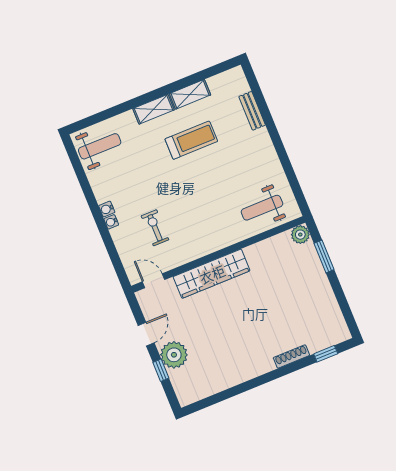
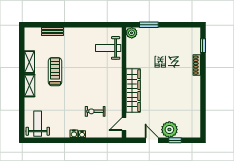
weight bench: (262, 208) -> (108, 48), turned 90

